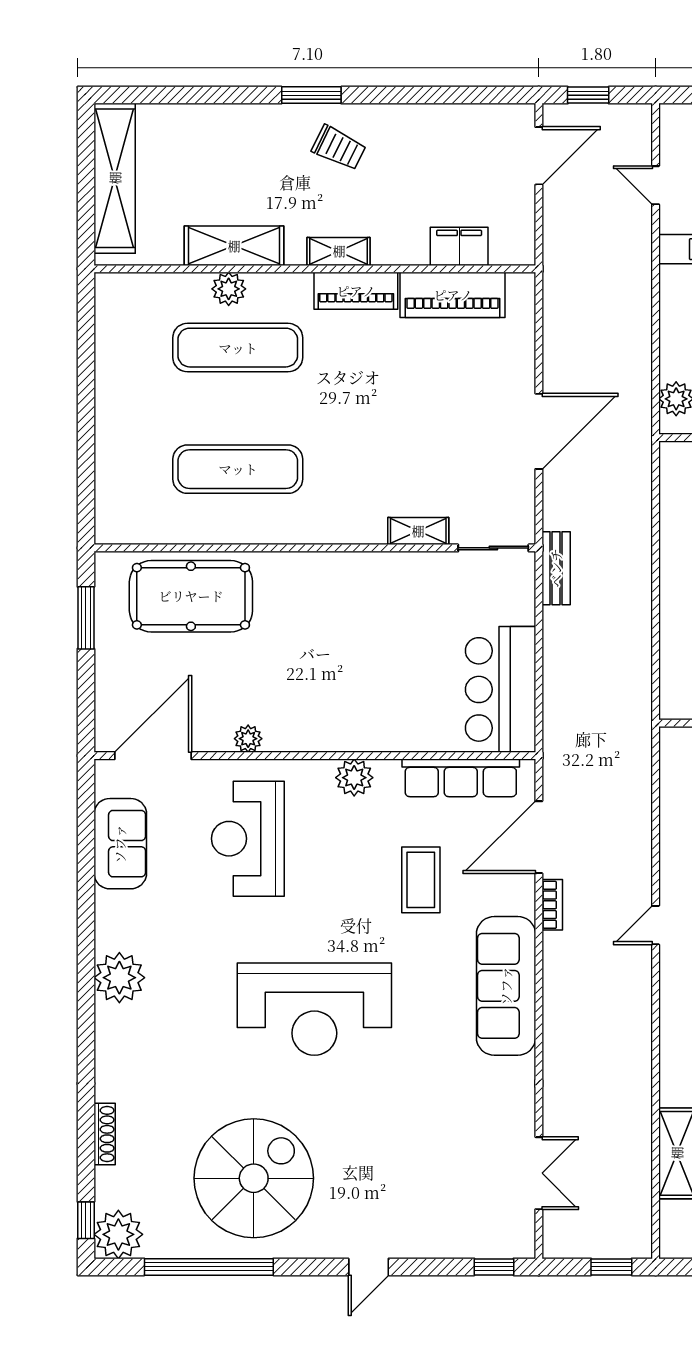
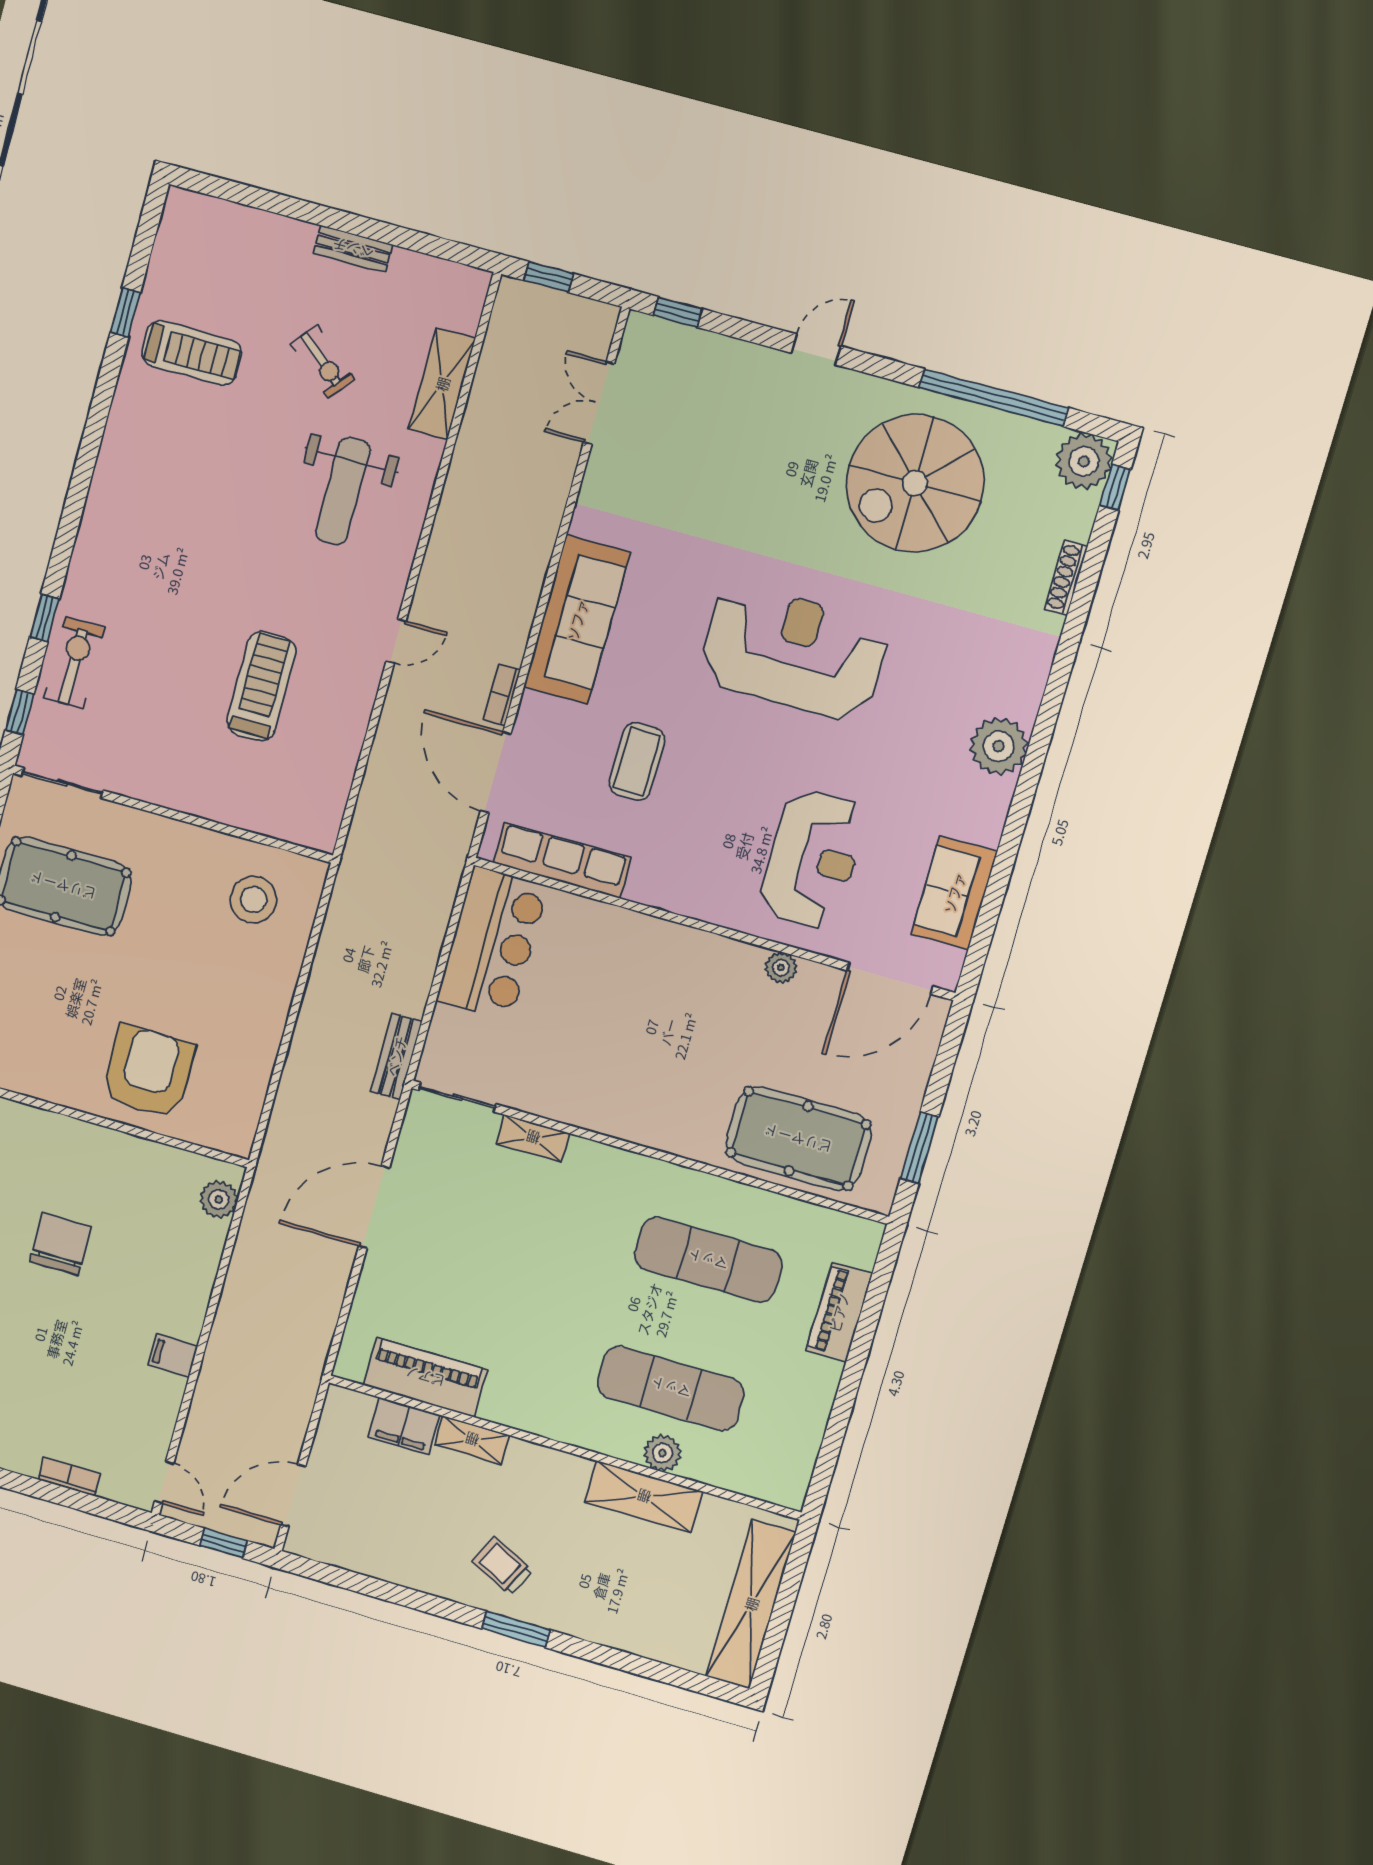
door: (656, 185) -> (164, 1482), moved
shelving: (339, 251) -> (472, 1440), moved
piano: (356, 291) -> (839, 1312), moved, turned -90
plant: (354, 778) -> (678, 893), removed
door: (539, 837) -> (496, 772), swing flipped

